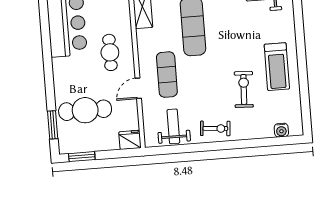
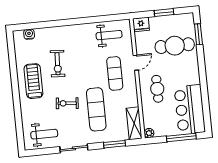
weight bench: (173, 126) -> (109, 35), turned -90
exercise bike: (215, 128) -> (67, 103), moved
window: (82, 157) -> (164, 13), moved

